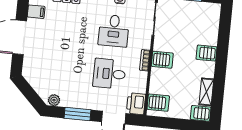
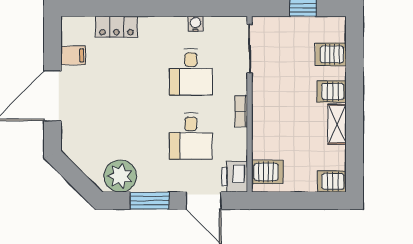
server rack: (162, 60) -> (331, 54), moved, turned 180
desk: (109, 74) -> (191, 136), turned -90
shelving: (206, 92) -> (337, 124), moved
plant: (54, 100) -> (120, 176), width x1.87, depth x1.87

